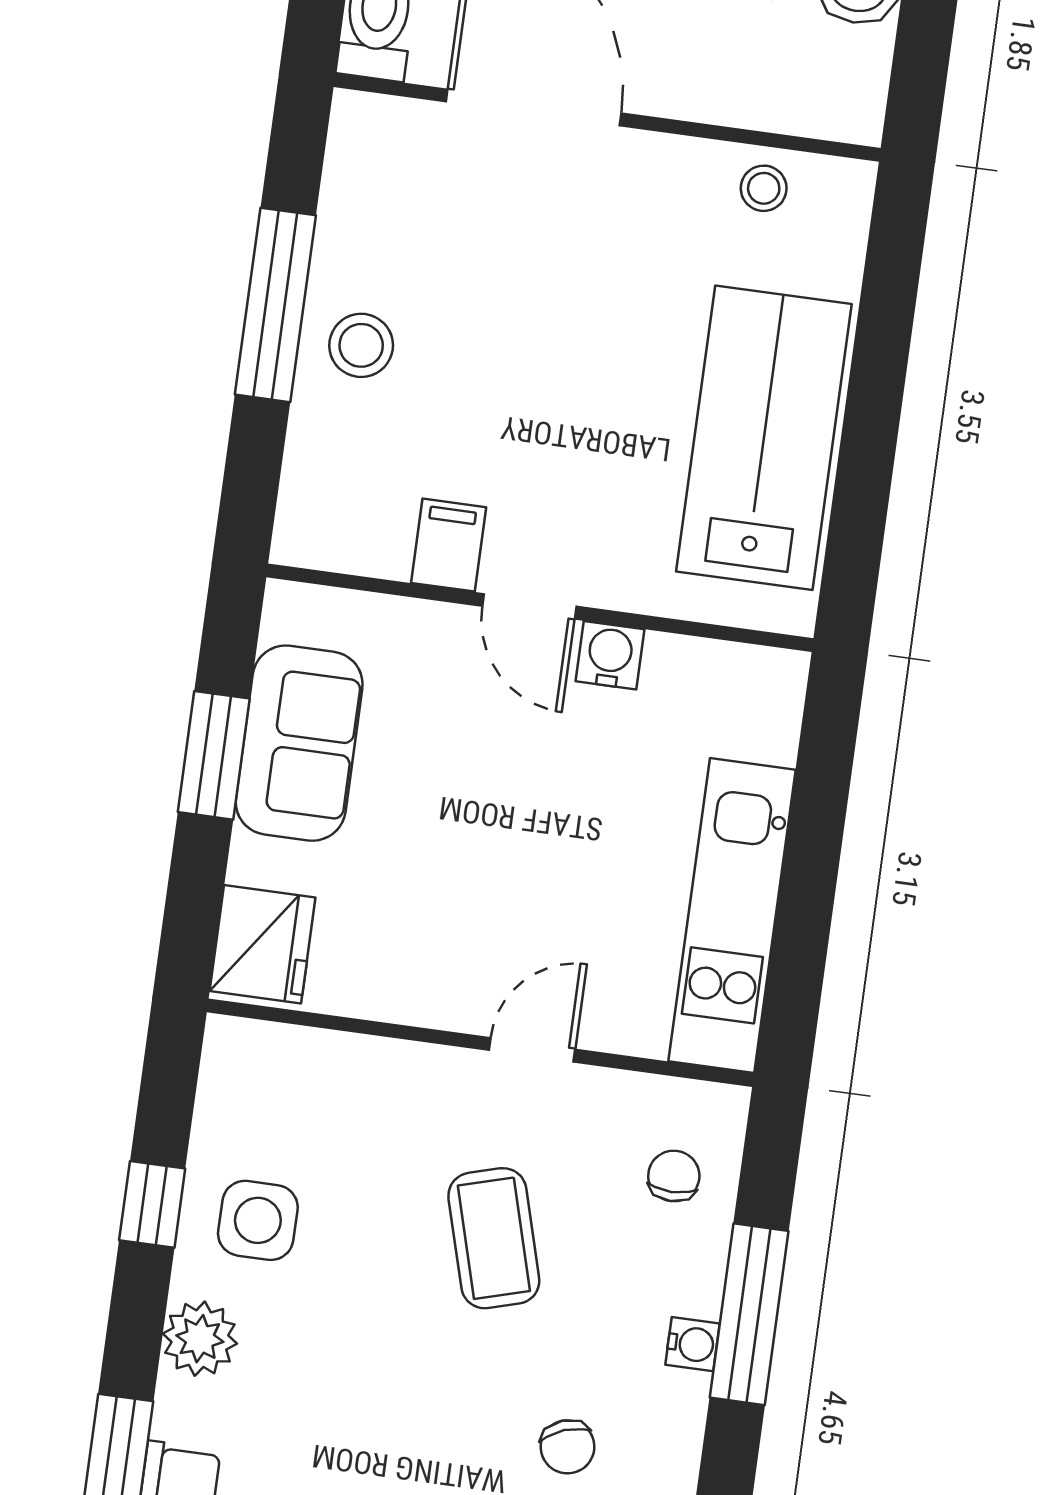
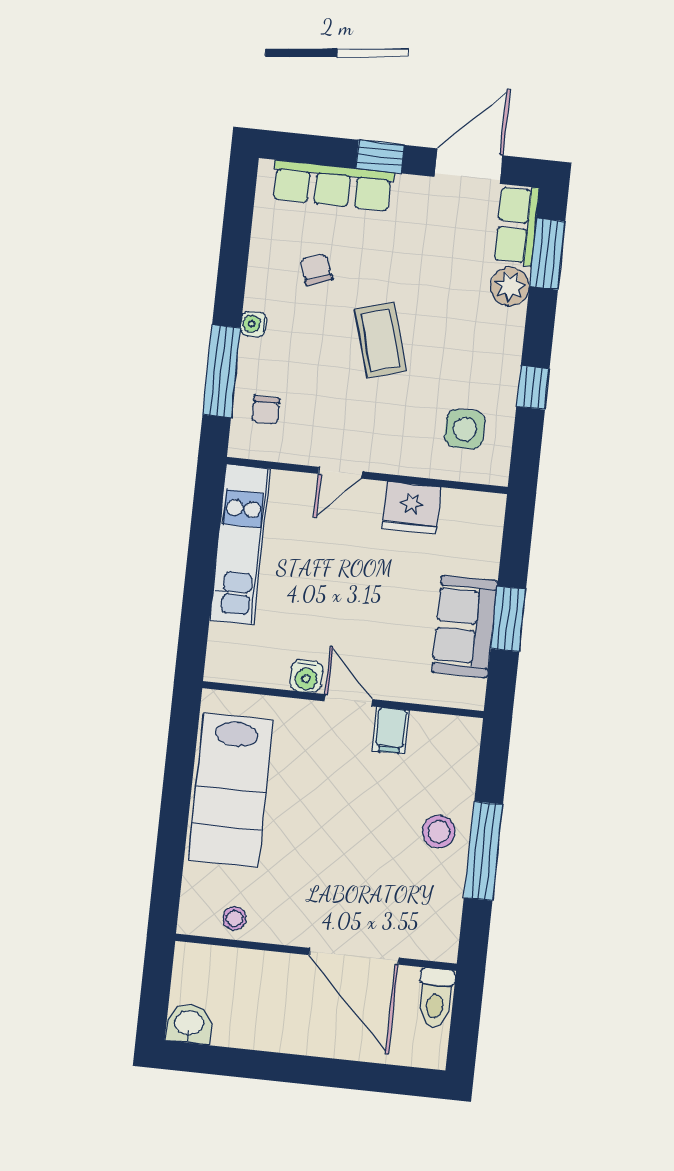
fridge: (263, 944) -> (411, 508), moved, turned -90
side table: (258, 1220) -> (465, 429), moved
coffee table: (494, 1238) -> (380, 340), moved
window: (749, 1314) -> (222, 371), moved
plant: (200, 1339) -> (510, 287), moved

